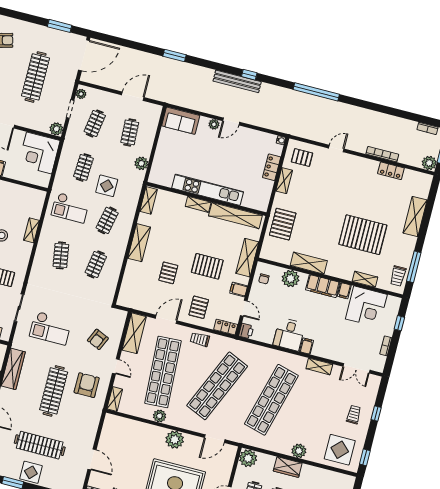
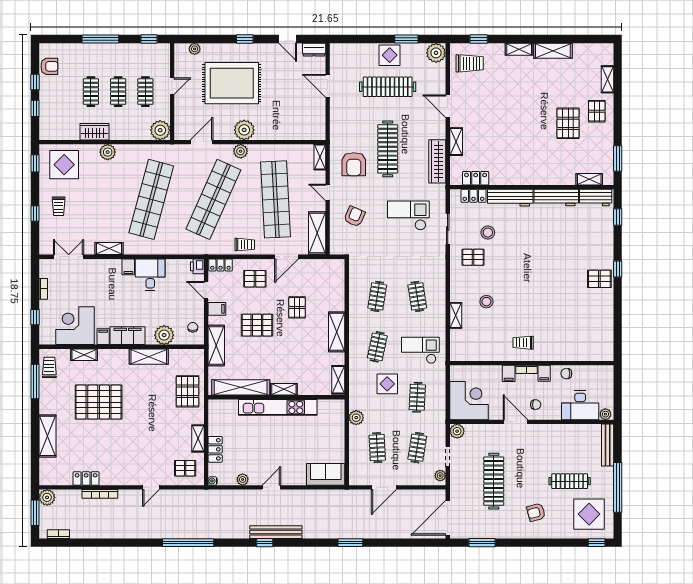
plant: (214, 124) -> (243, 479), moved
pallet: (199, 307) -> (255, 279), turned 90
plant: (160, 416) -> (241, 151), moved
wardrobe: (288, 467) -> (94, 132), moved

